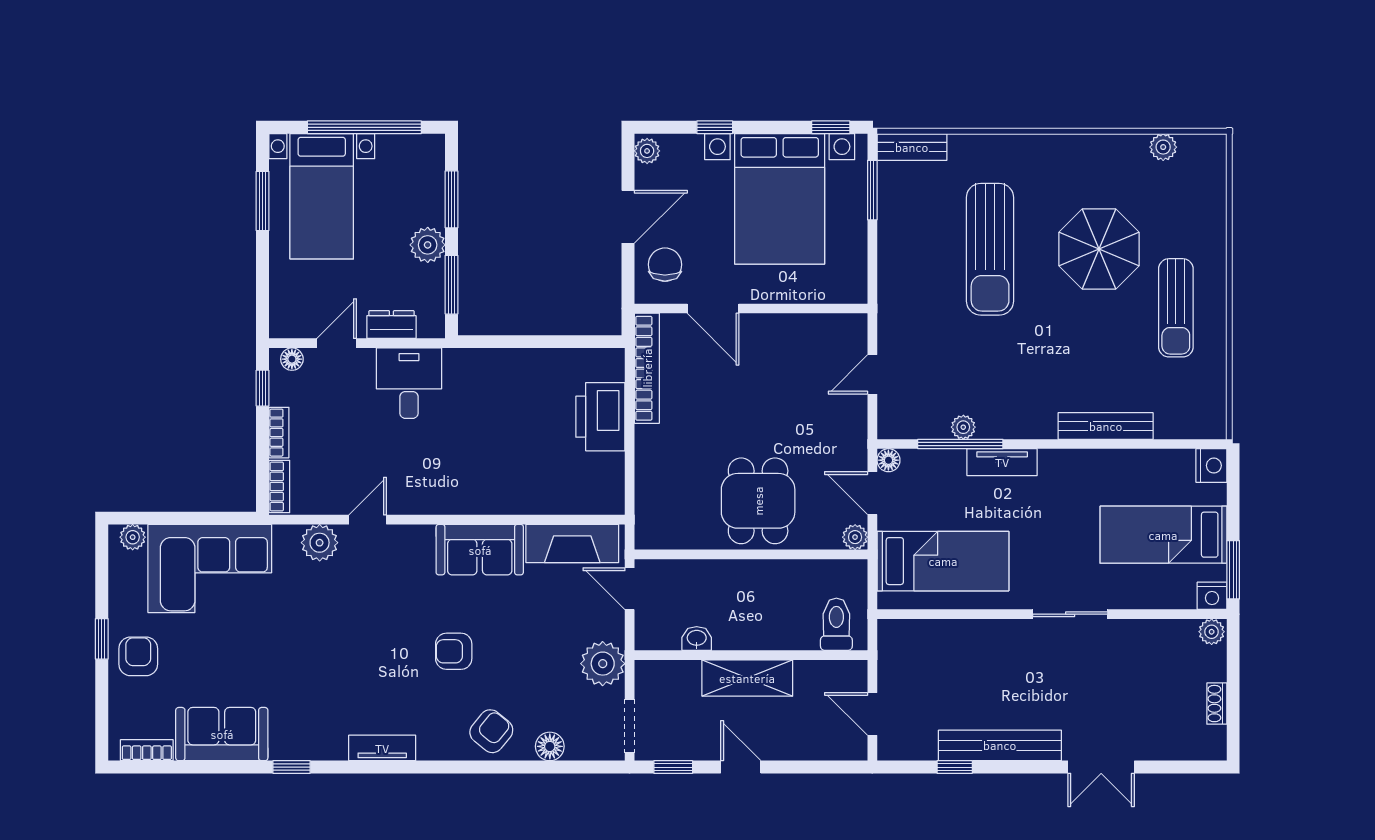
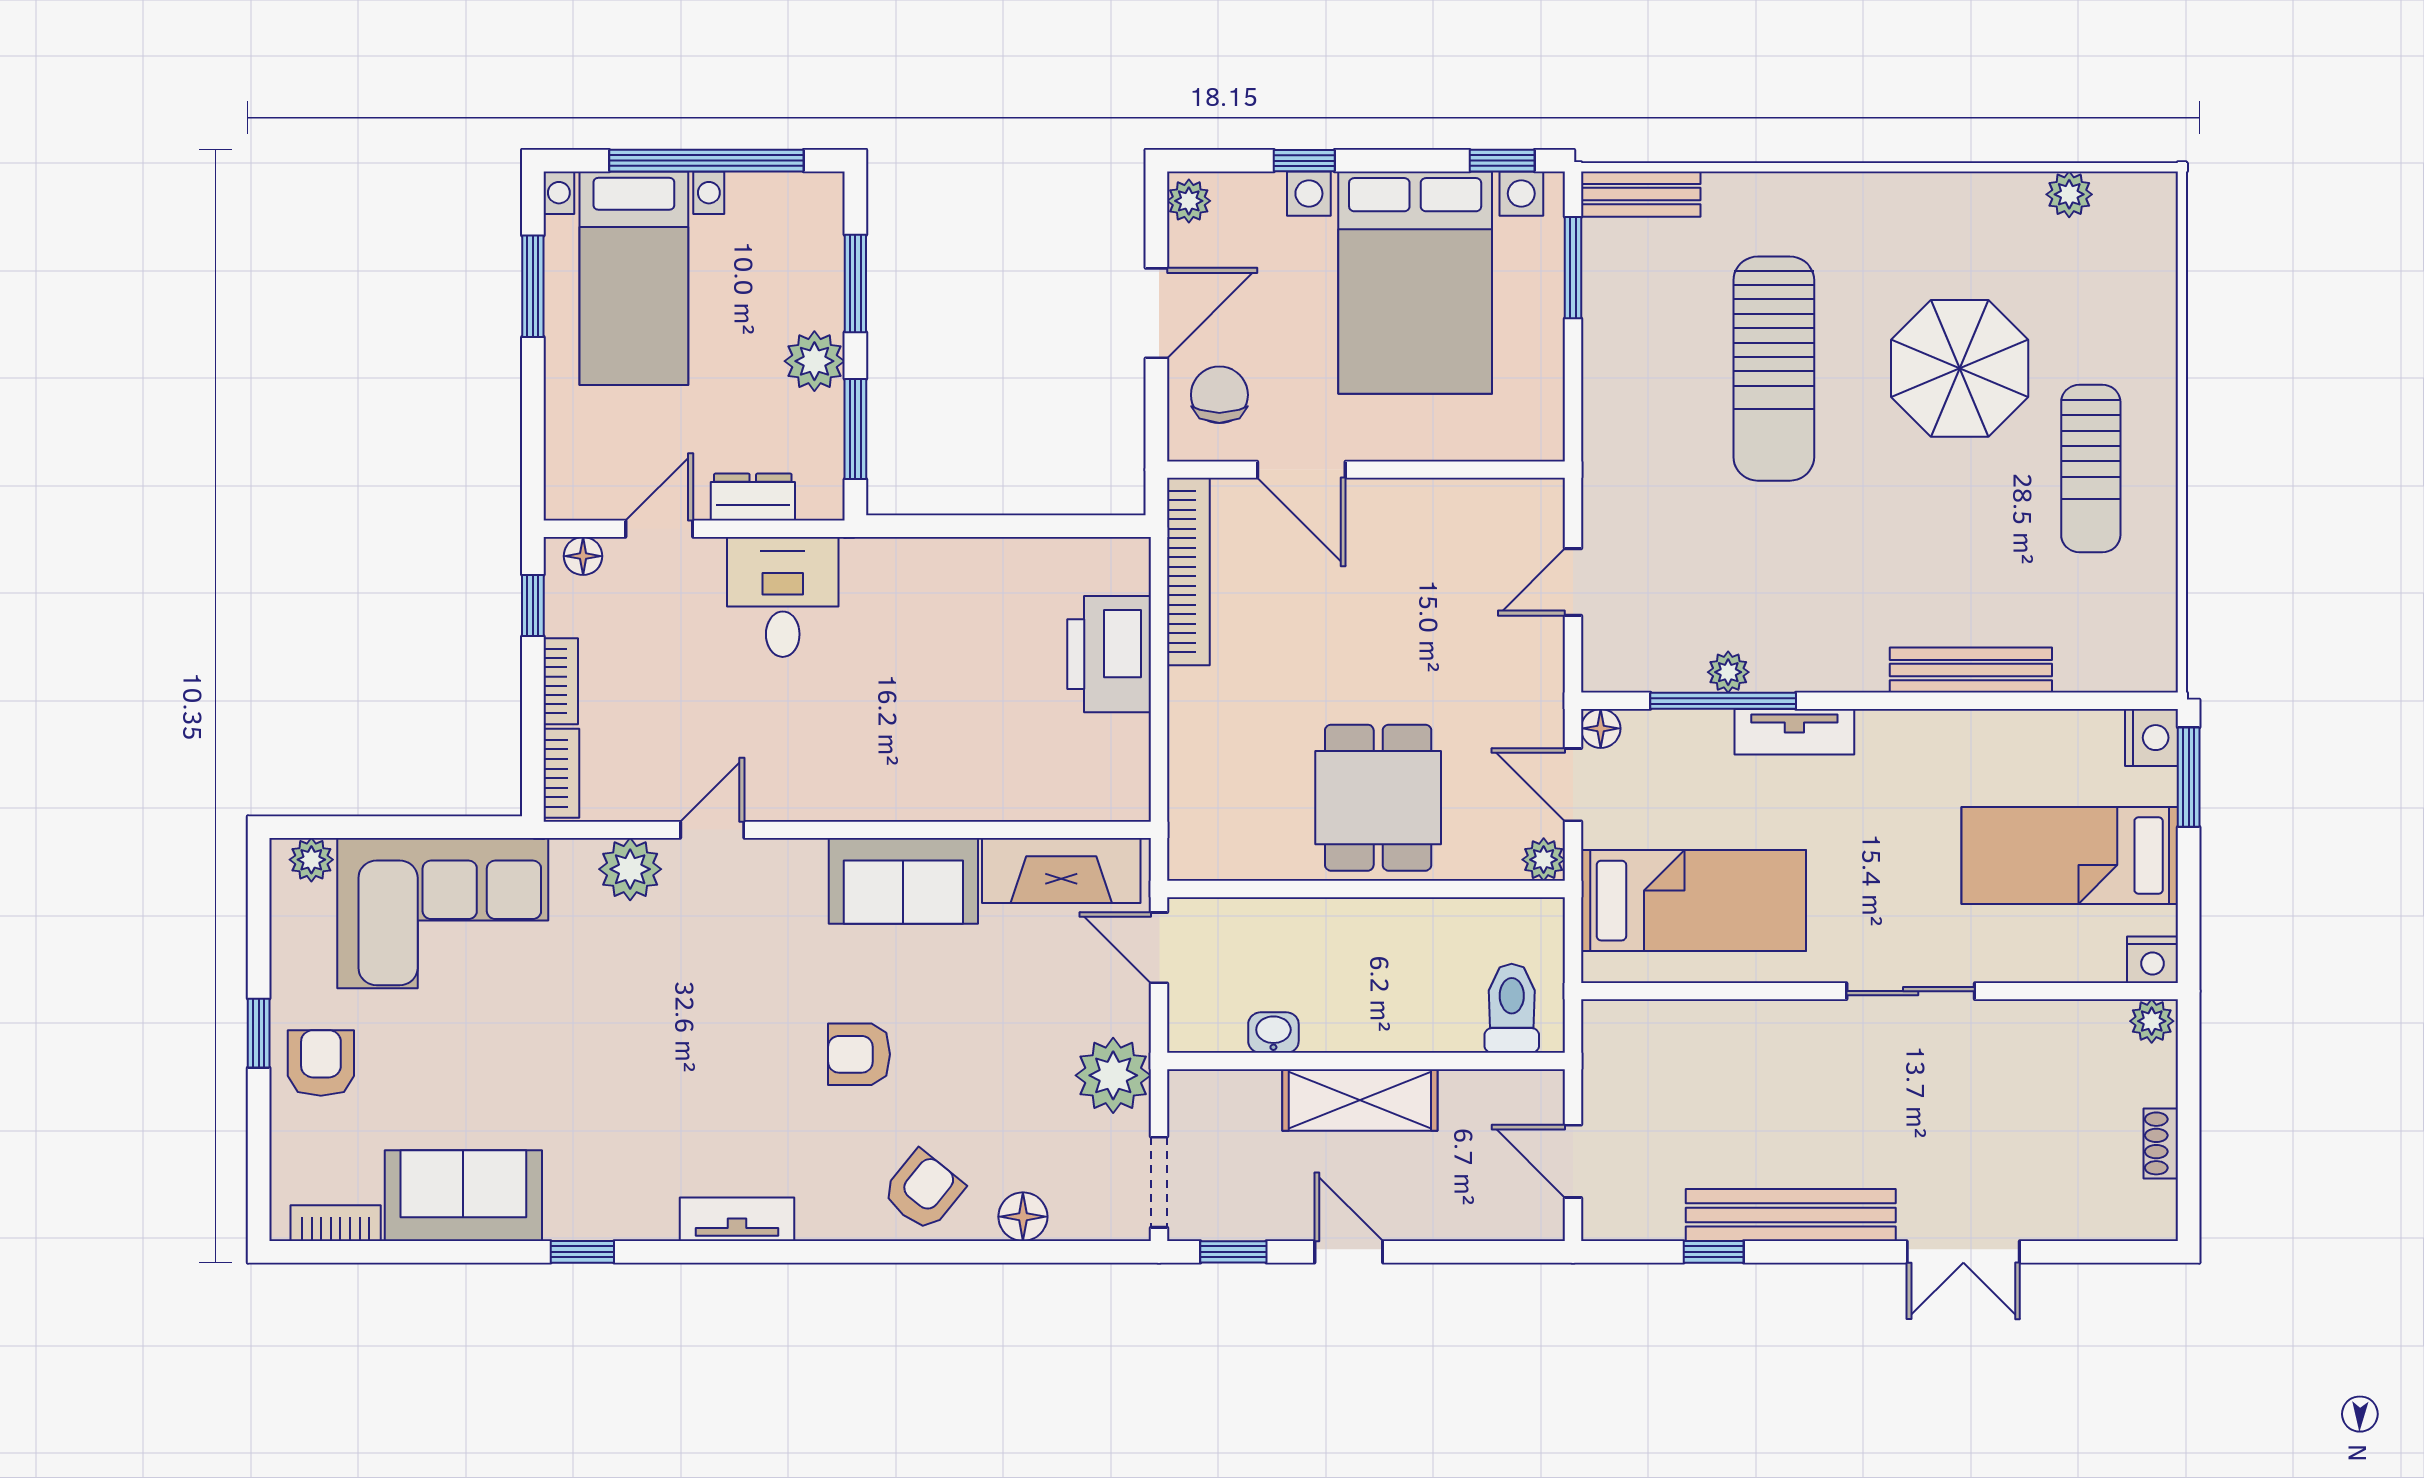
window: (1233, 570) -> (2189, 777), moved

